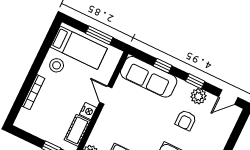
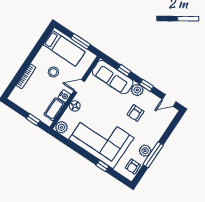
stool: (57, 65) -> (53, 72), moved
door: (106, 95) -> (79, 86), hinge flipped
plant: (198, 96) -> (137, 90), moved
floor lamp: (104, 122) -> (75, 106), added

